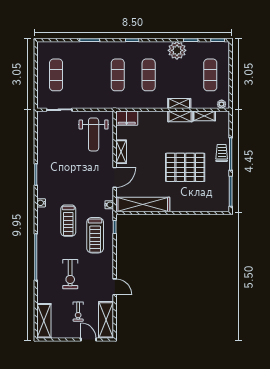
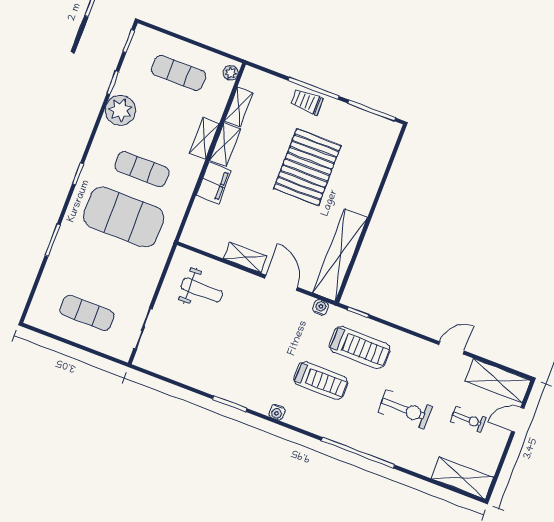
exercise mat: (118, 75) -> (124, 217), width x2.00, depth x1.45
filing cabinet: (127, 118) -> (214, 183), moved
weight bench: (94, 134) -> (202, 290), width x0.73, depth x0.75

